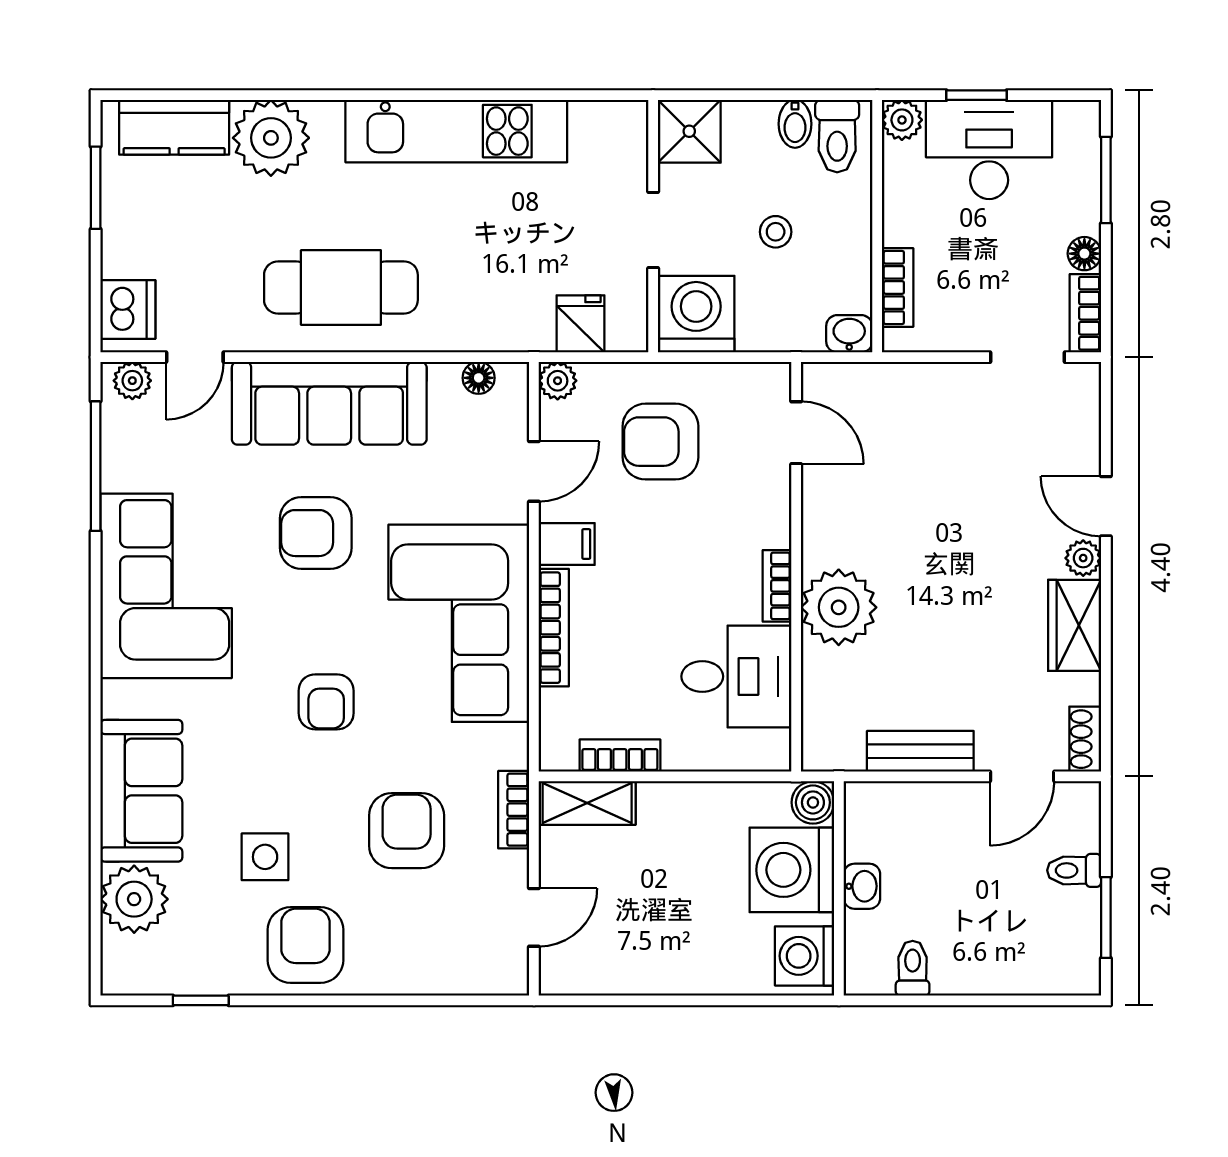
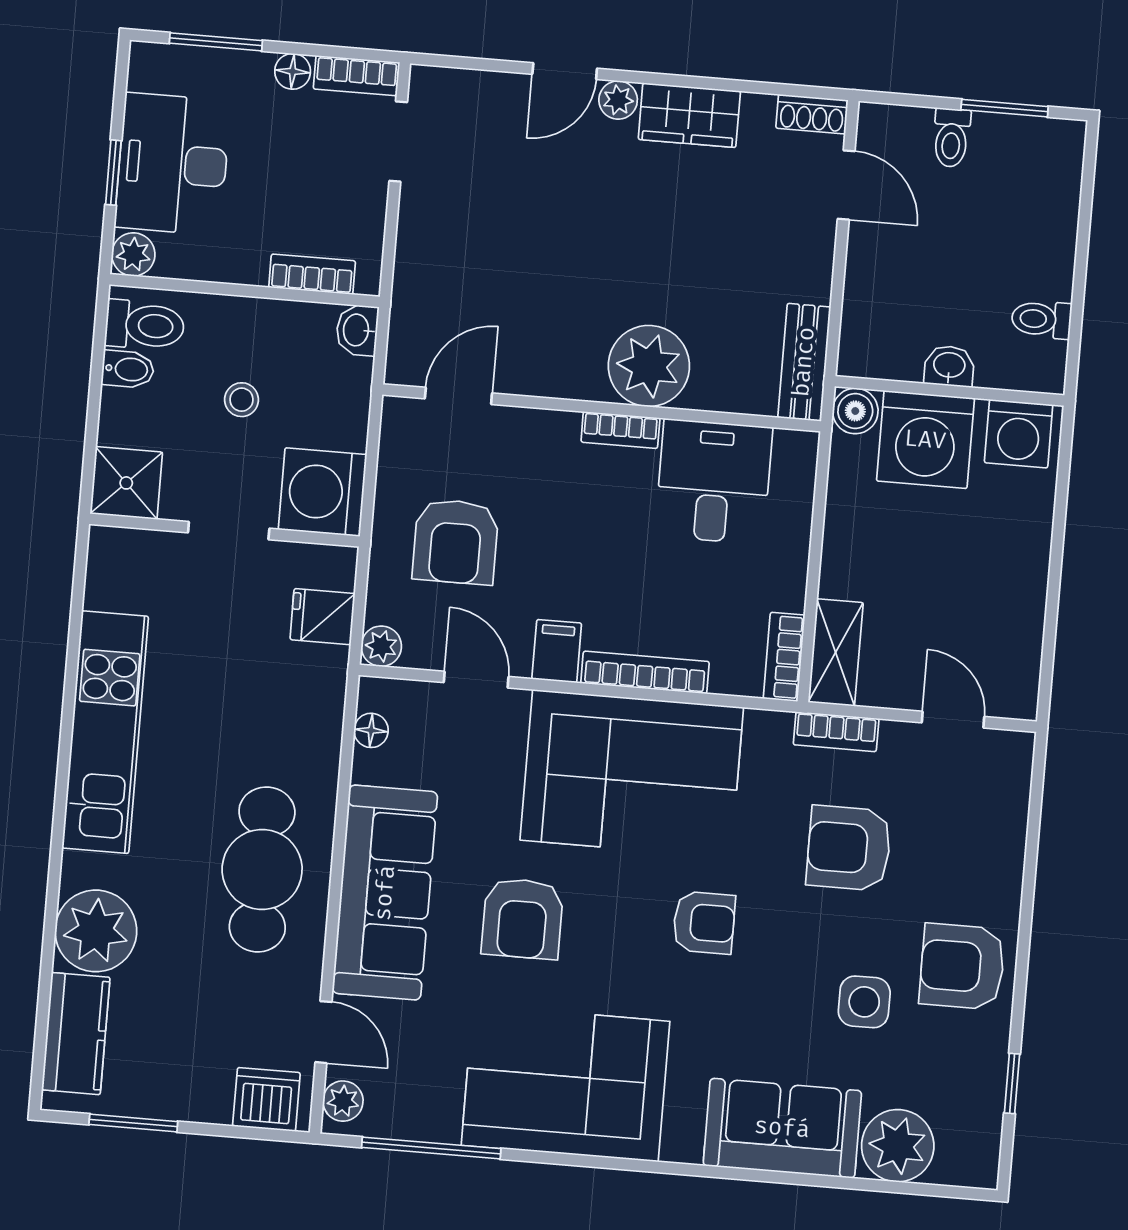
bench: (920, 751) -> (804, 362), moved
bookcase: (620, 756) -> (784, 657), moved

